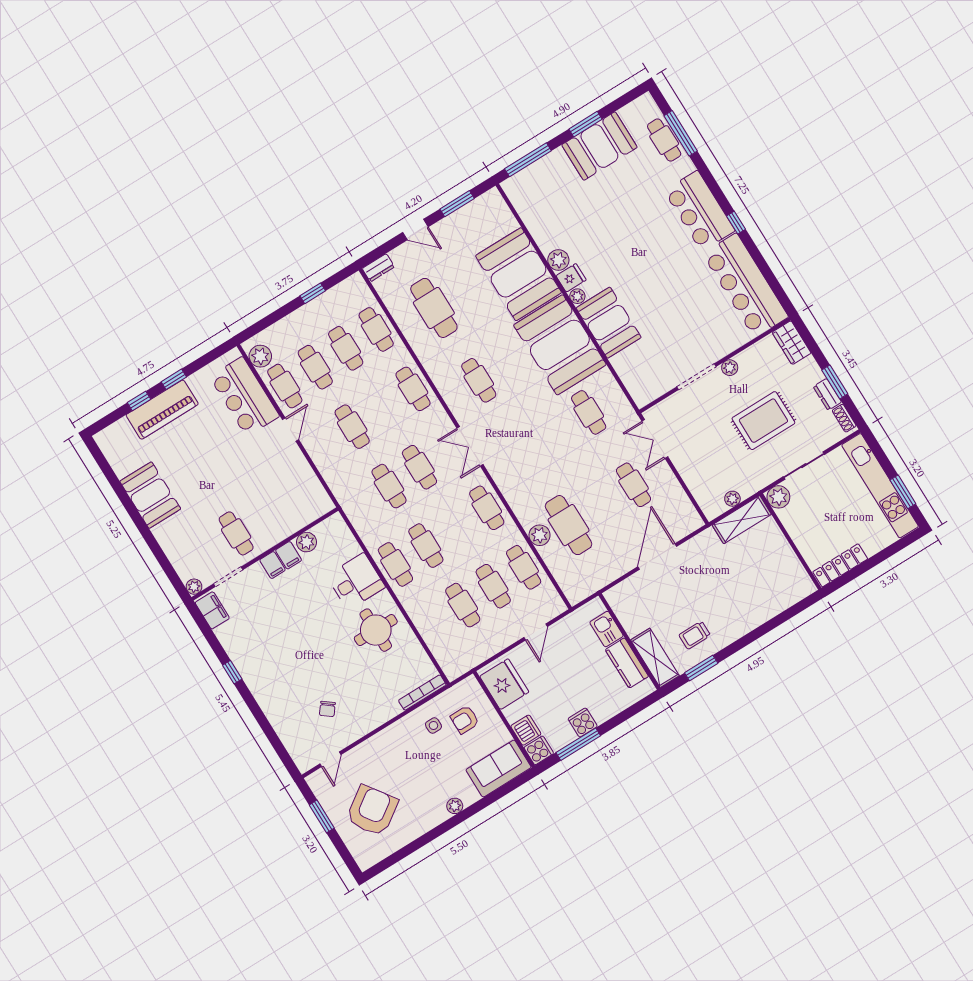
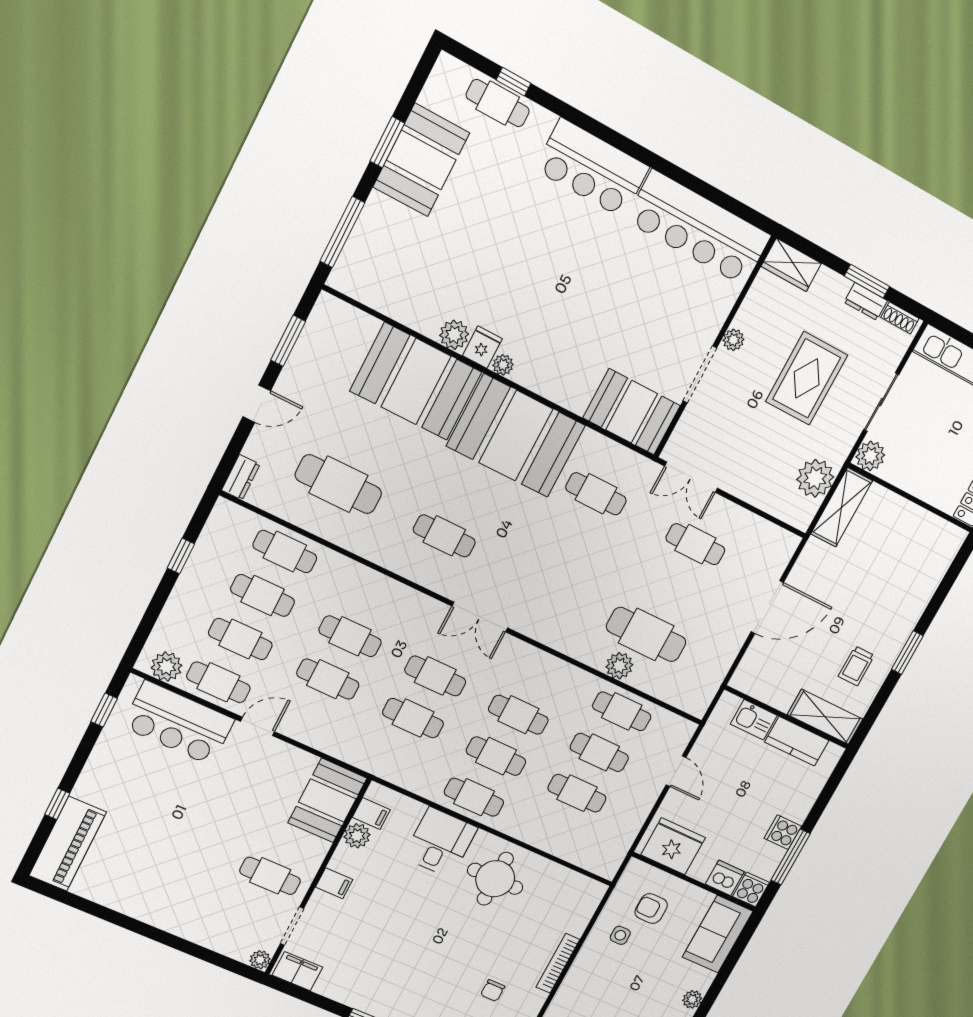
window: (681, 133) -> (514, 82), width x0.46
window: (736, 223) -> (645, 156), removed
booth: (609, 323) -> (632, 412), moved
window: (174, 379) -> (104, 710), moved
cafe table: (413, 389) -> (350, 636), moved
piano: (162, 410) -> (68, 844), moved
door: (290, 430) -> (258, 726), hinge flipped
booth: (150, 495) -> (327, 800), moved, turned 90
plant: (732, 499) -> (815, 478), width x1.88, depth x1.88
cafe table: (487, 508) -> (518, 715), moved
filing cabinet: (289, 555) -> (371, 814), moved
door: (657, 557) -> (767, 607), swing flipped
window: (701, 668) -> (907, 653), moved
bookcase: (422, 693) -> (558, 963), moved
chair: (327, 709) -> (493, 991), turned 52
armchair: (465, 720) -> (651, 909), turned 90

